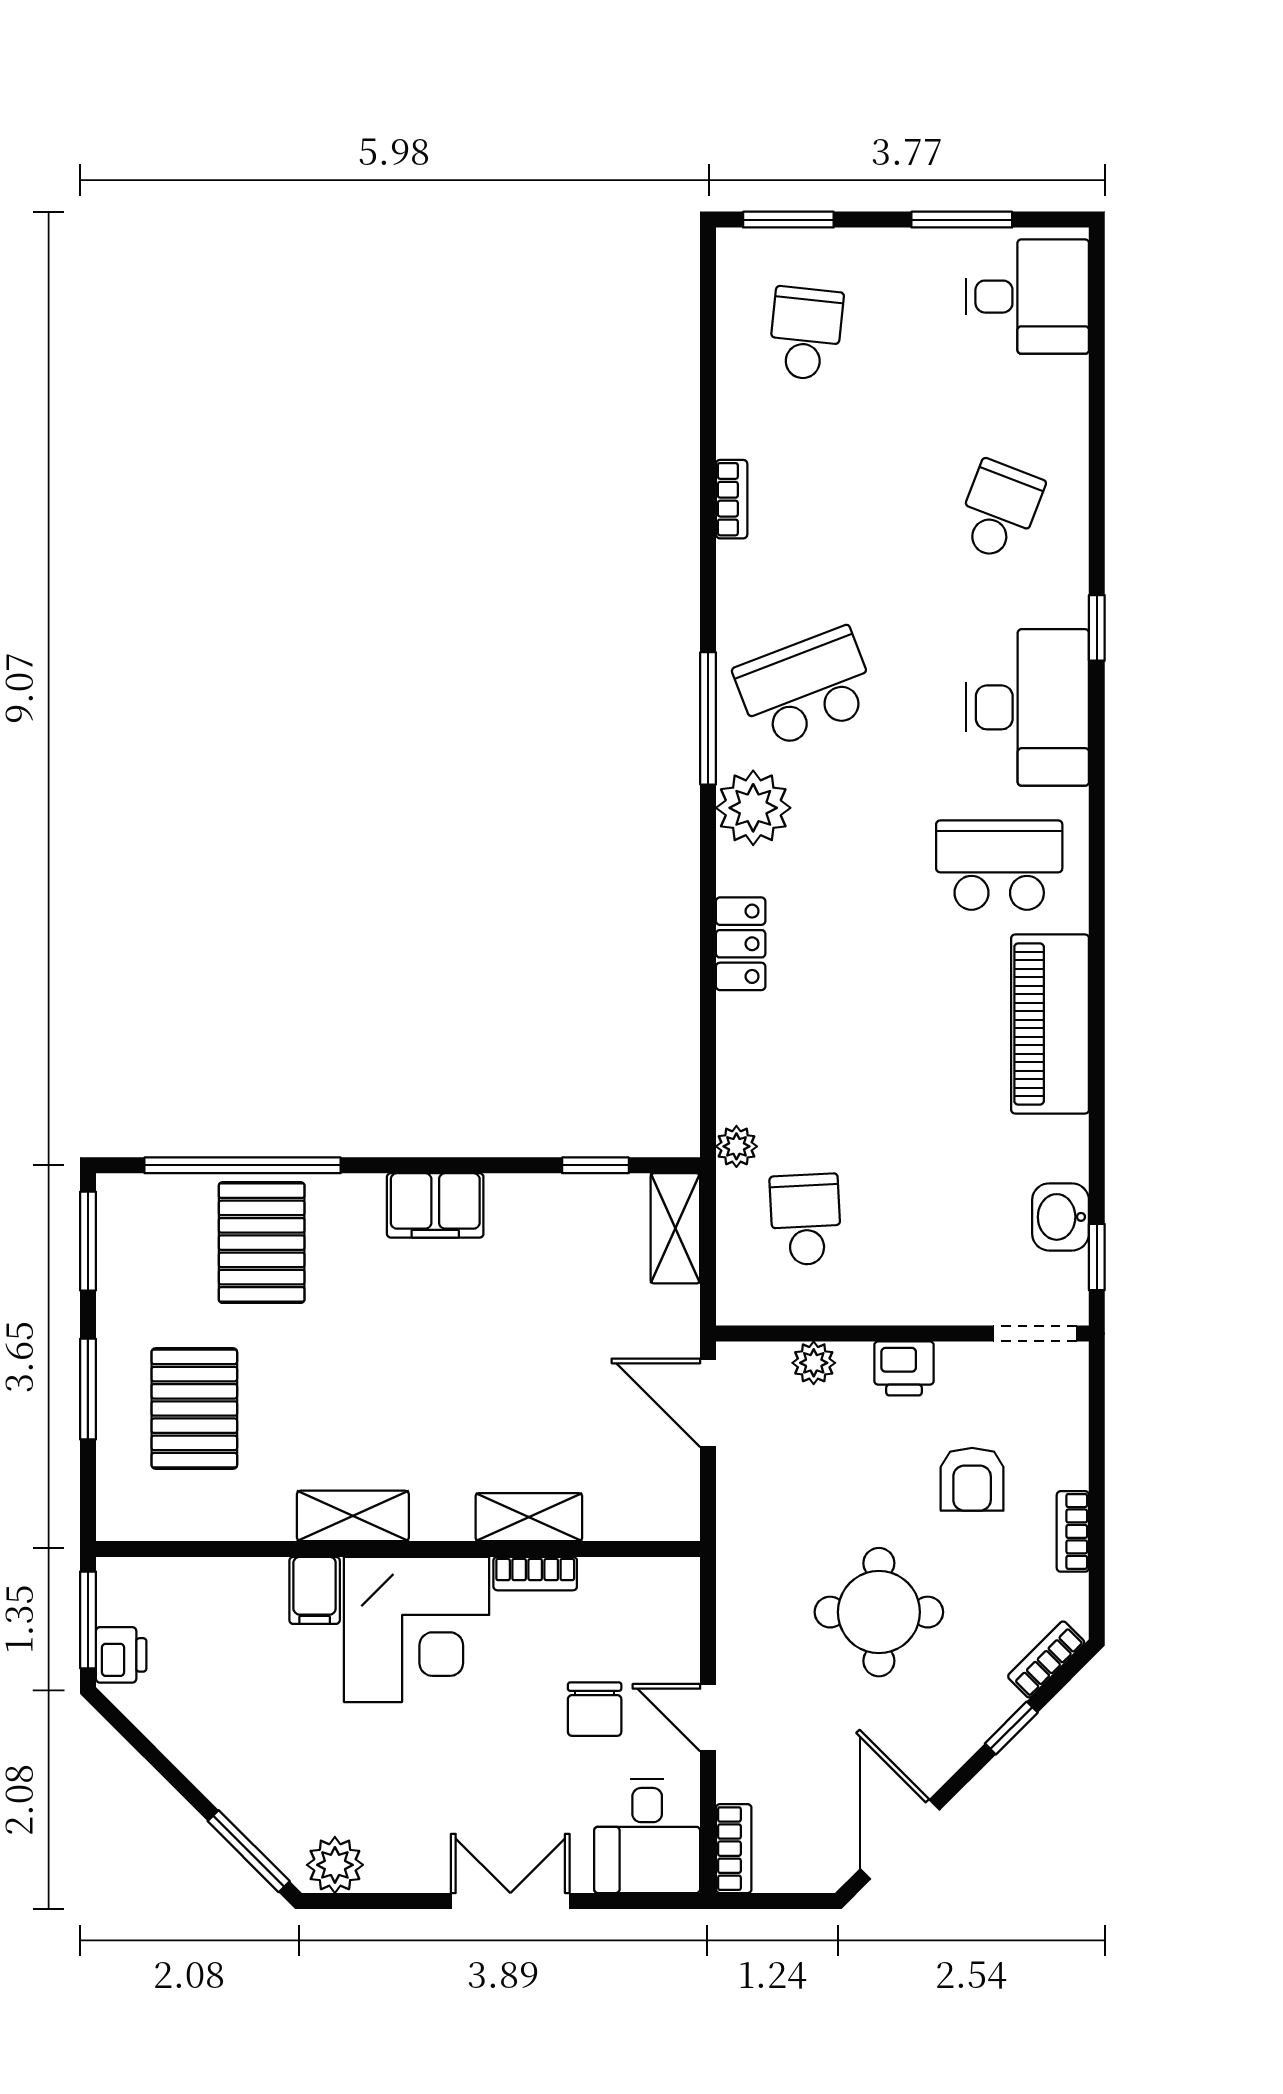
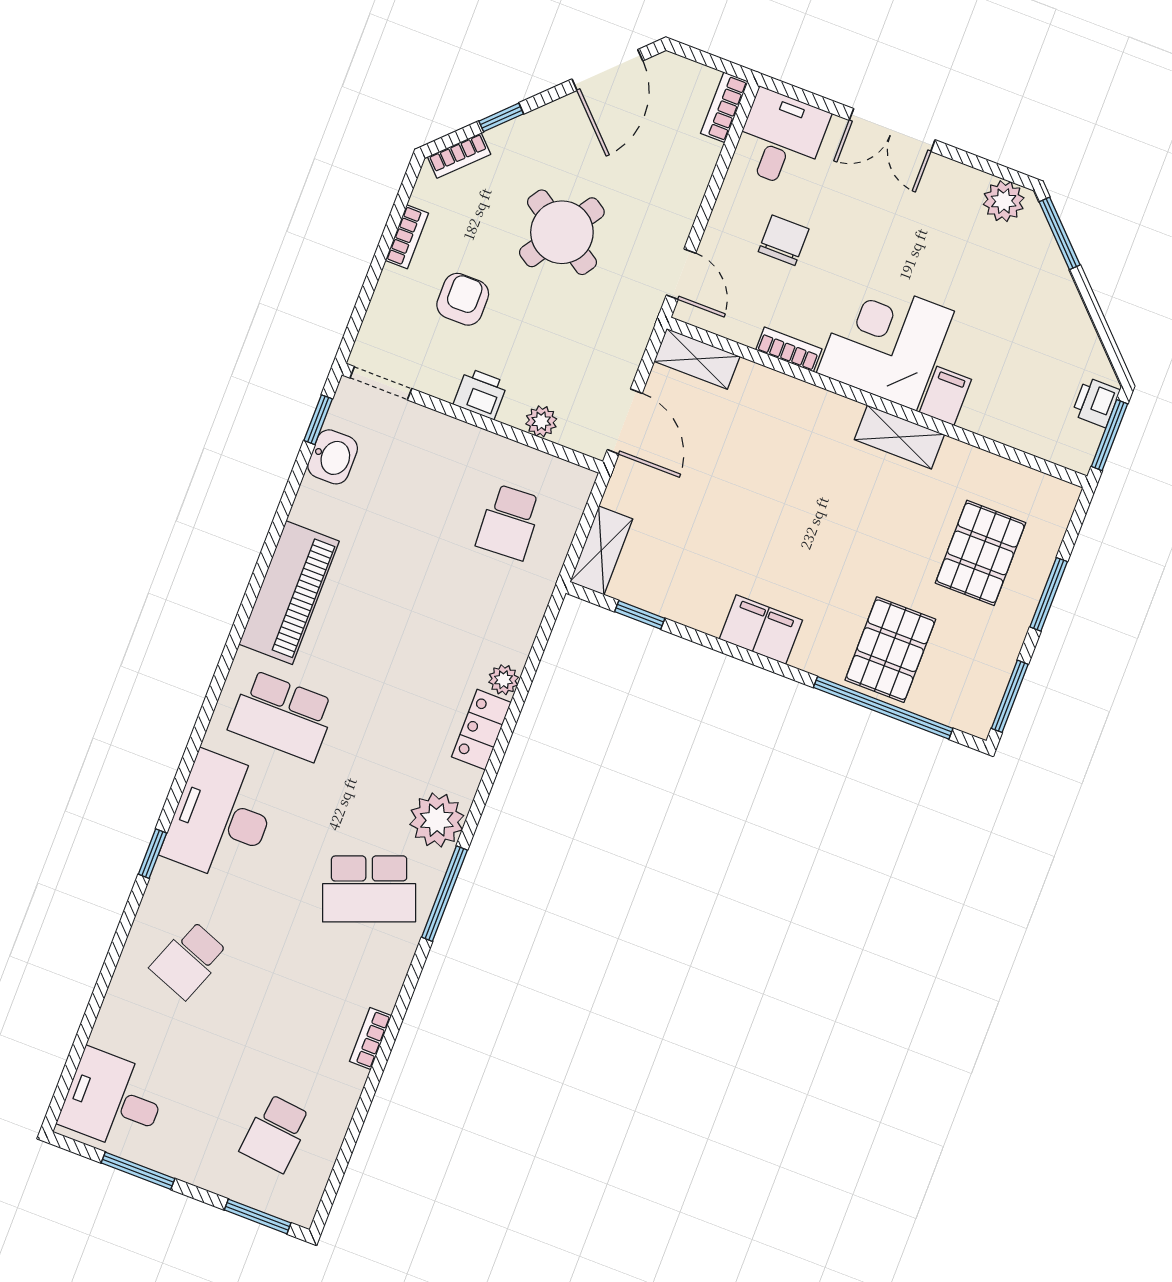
plant: (736, 1146) -> (504, 680), moved
shelving: (529, 1517) -> (697, 359), moved
round table: (879, 1612) -> (562, 232), turned 33
door: (708, 1718) -> (681, 274), moved

